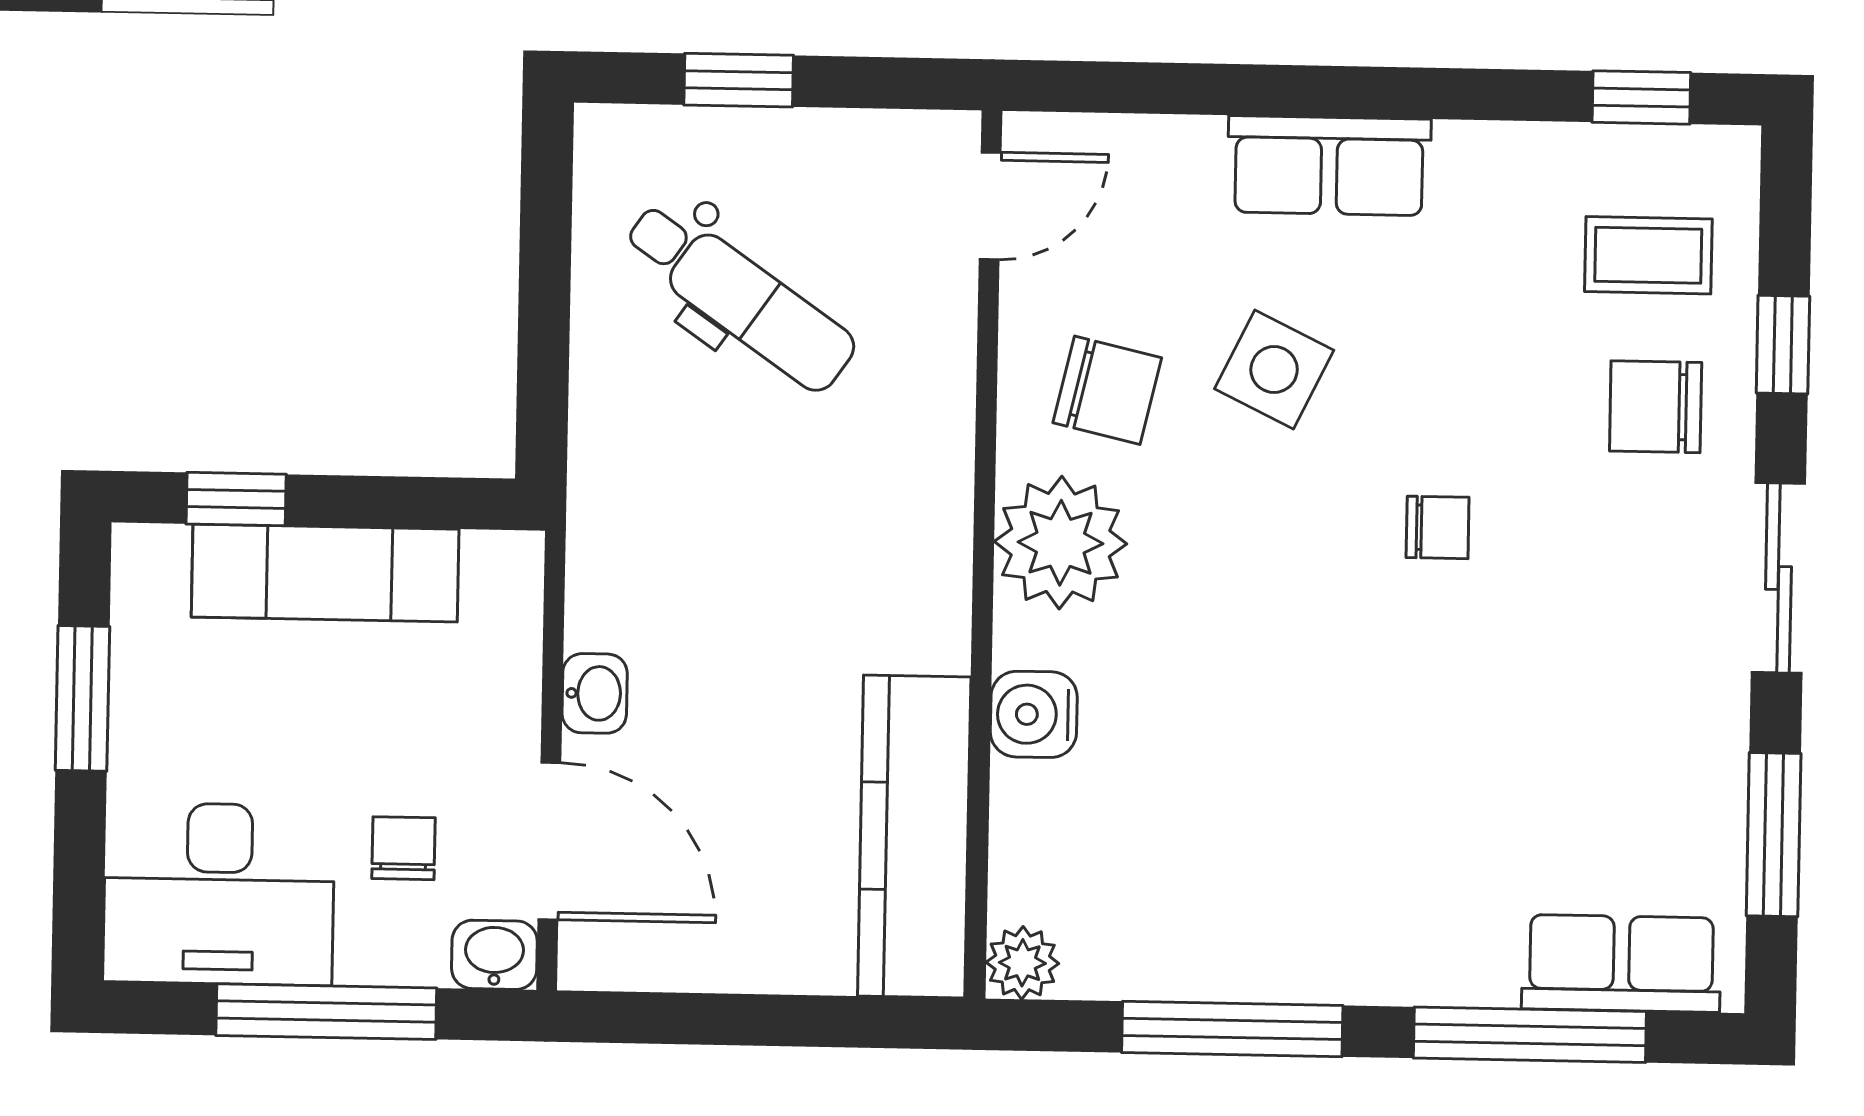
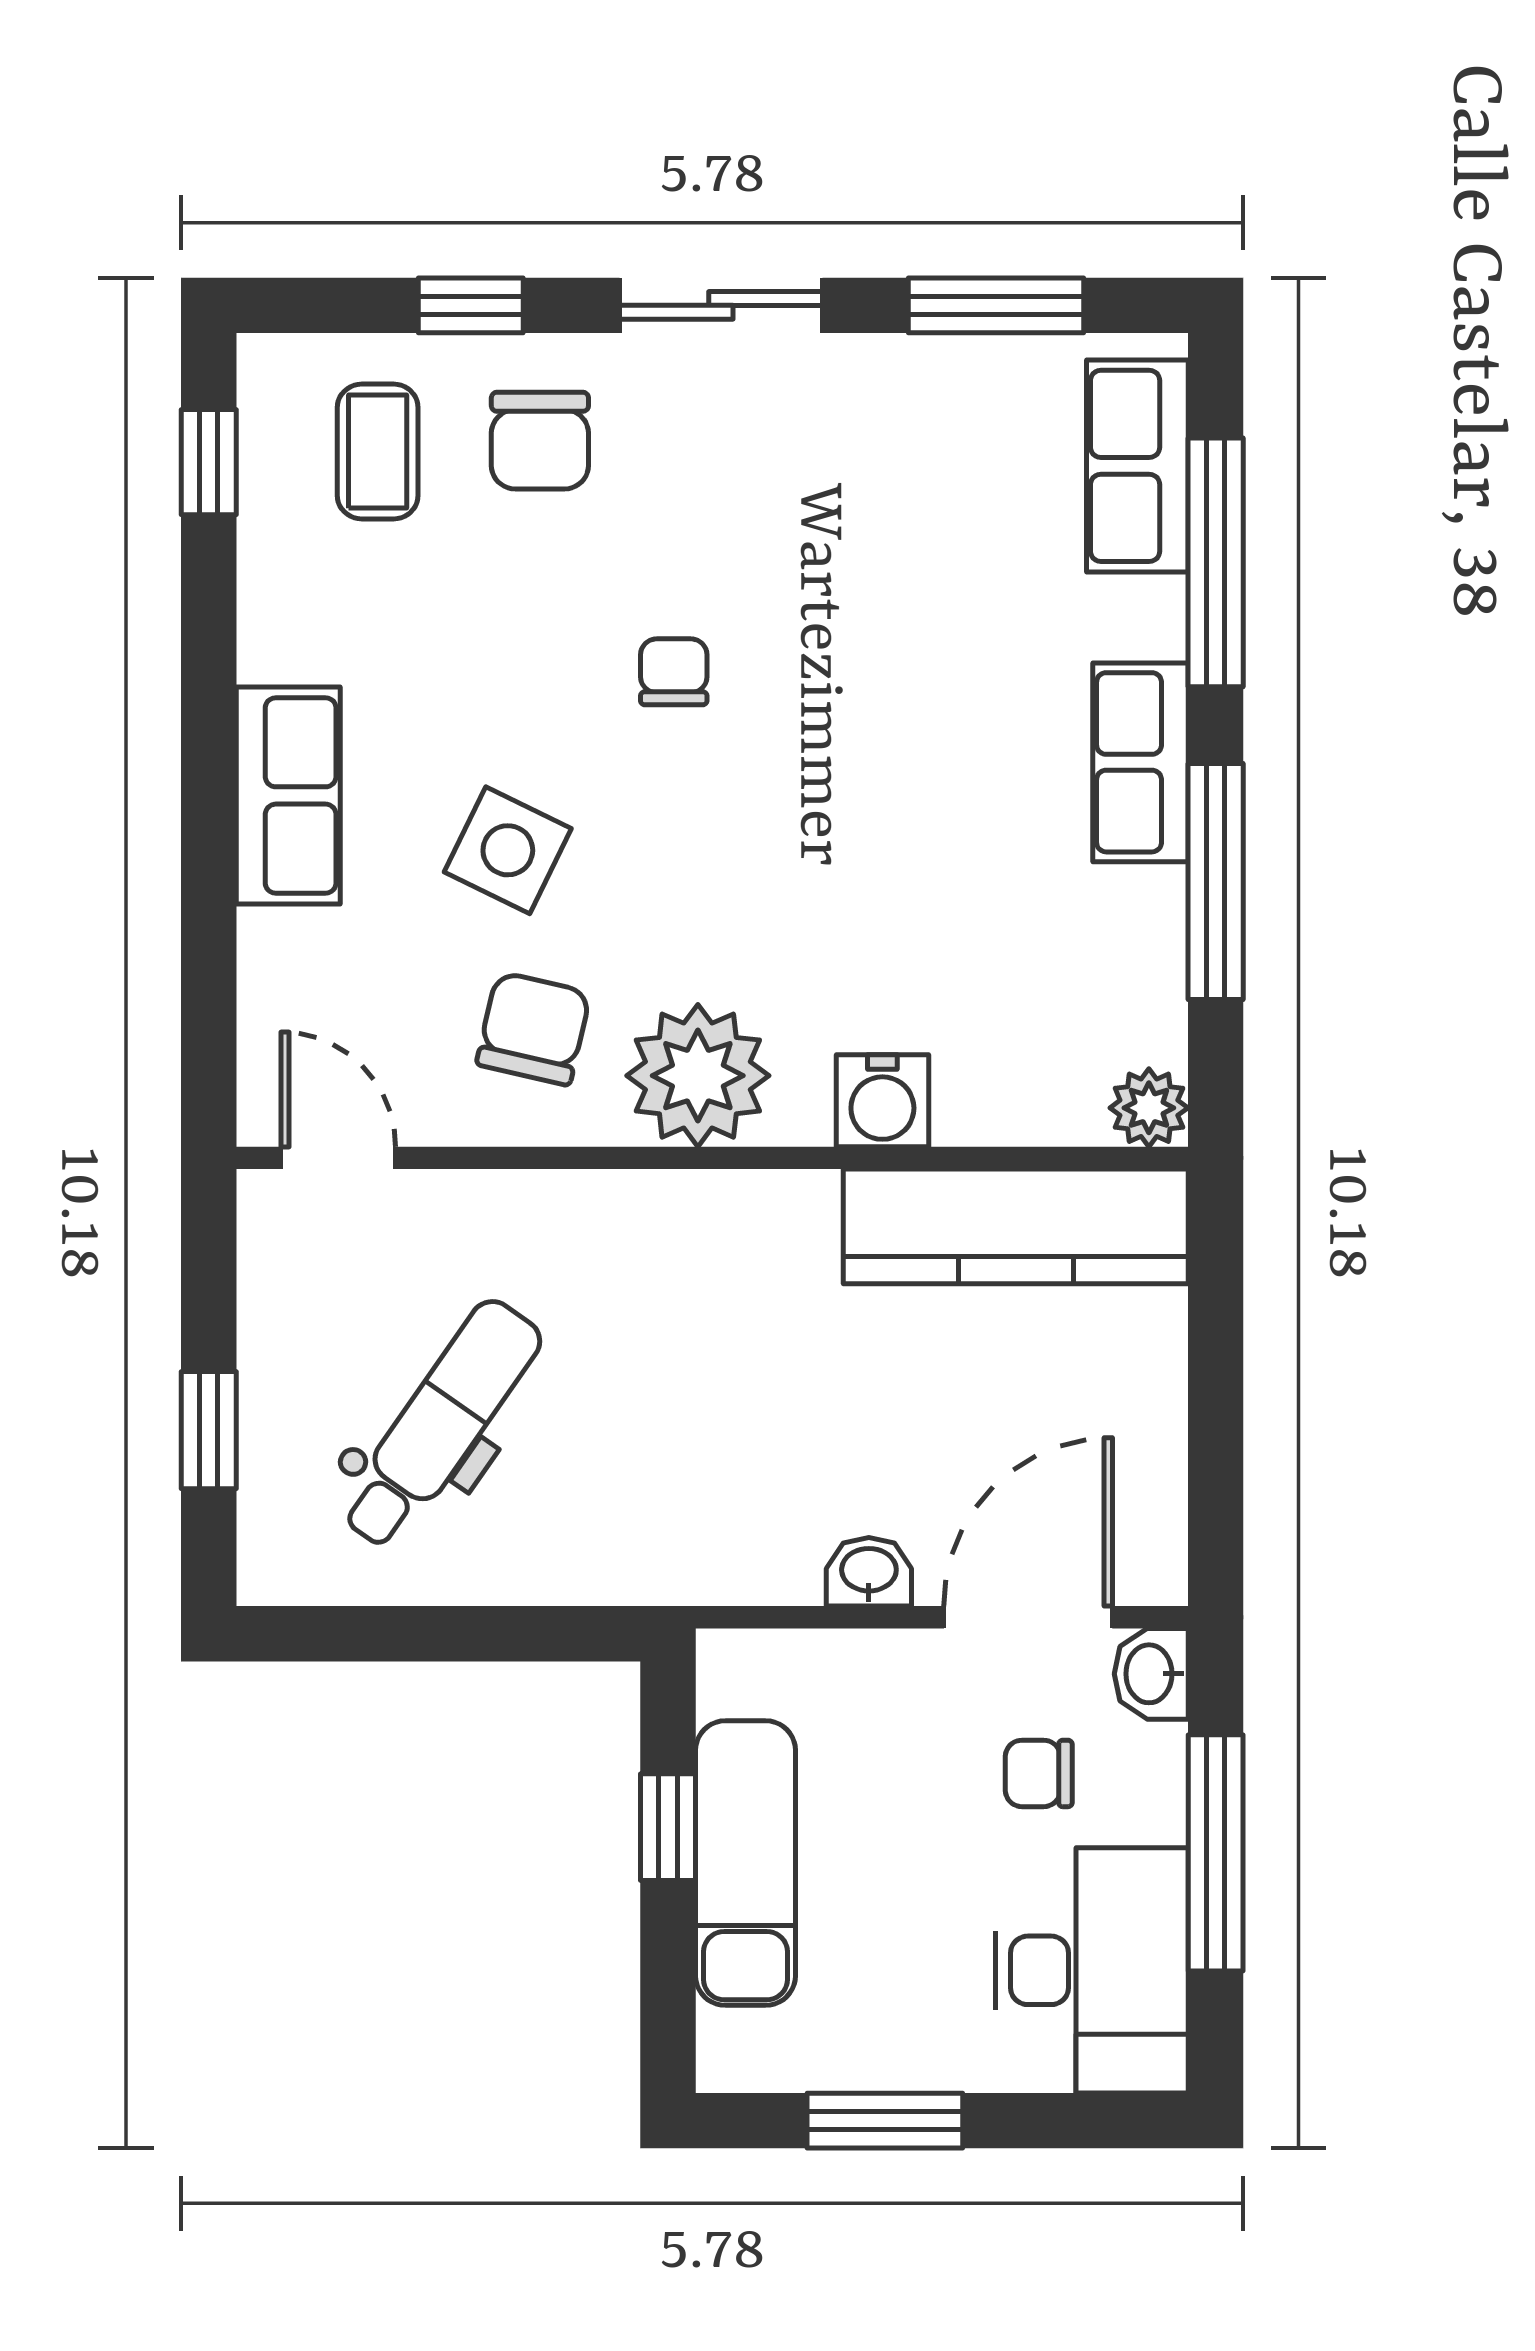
window: (236, 499) -> (668, 1827), moved
row of seats: (1345, 961) -> (1140, 762), added

